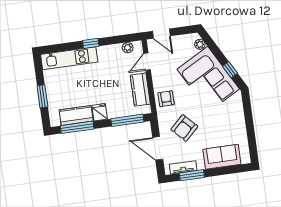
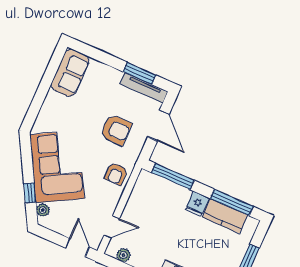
window: (230, 70) -> (30, 193), moved
kitchen counter: (140, 90) -> (138, 201), removed
armchair: (184, 128) -> (116, 130), turned 44
sofa: (222, 157) -> (70, 73), moved, turned -90
tv unit: (183, 167) -> (144, 88), width x1.41

